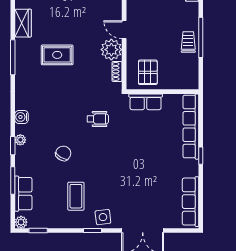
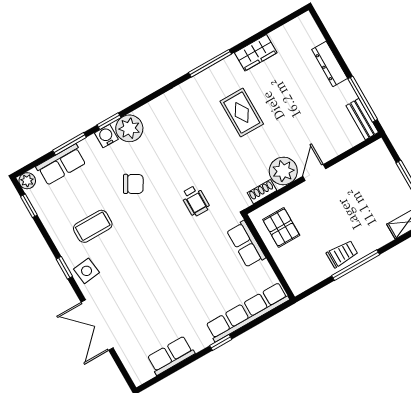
pallet: (148, 72) -> (281, 227), turned 90
water cooler: (22, 117) -> (106, 136), moved
plant: (20, 140) -> (129, 128), width x1.88, depth x1.88
row of seats: (191, 202) -> (171, 355), width x0.68

